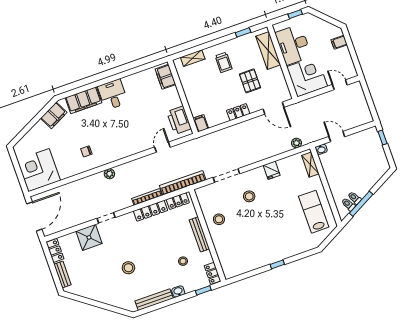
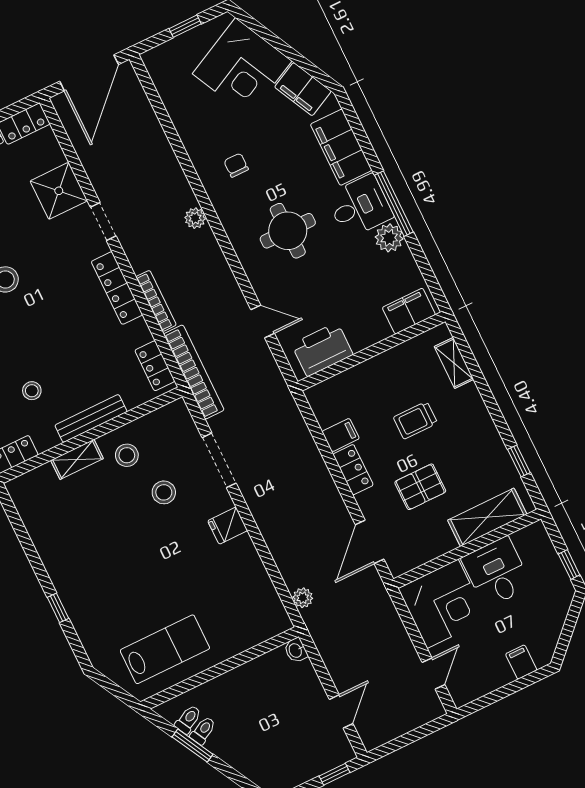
desk: (293, 45) -> (497, 572), width x0.73
trolley: (224, 62) -> (415, 420), moved
window: (113, 78) -> (394, 204), added
plant: (129, 82) -> (389, 238), added
filing cabinet: (201, 123) -> (341, 435), moved
round table: (121, 130) -> (288, 231), added
door: (337, 137) -> (341, 711), moved
shelving: (310, 165) -> (77, 459), moved
window: (17, 168) -> (185, 26), added
corner desk: (39, 170) -> (242, 67), moved, turned 153
fridge: (272, 170) -> (228, 526), moved
stool: (249, 196) -> (164, 492), moved
window: (361, 204) -> (193, 746), width x0.69
locker: (150, 211) -> (117, 288), moved
door: (34, 217) -> (89, 73), hinge flipped
window: (277, 264) -> (58, 608), moved

